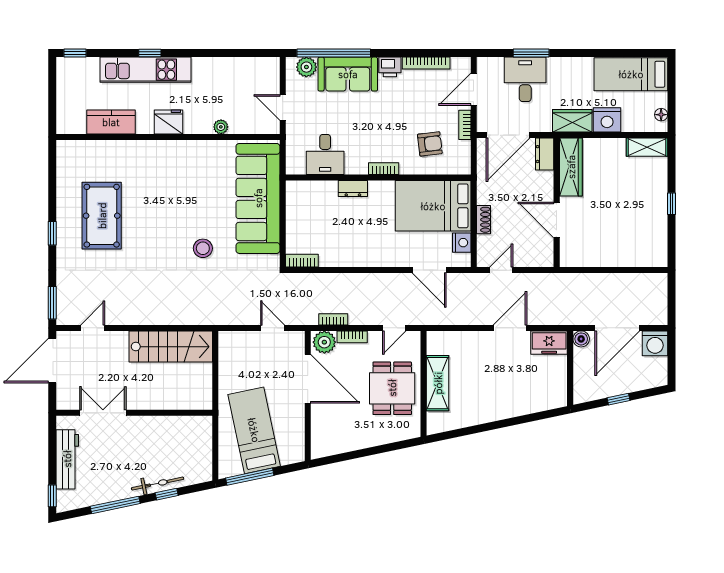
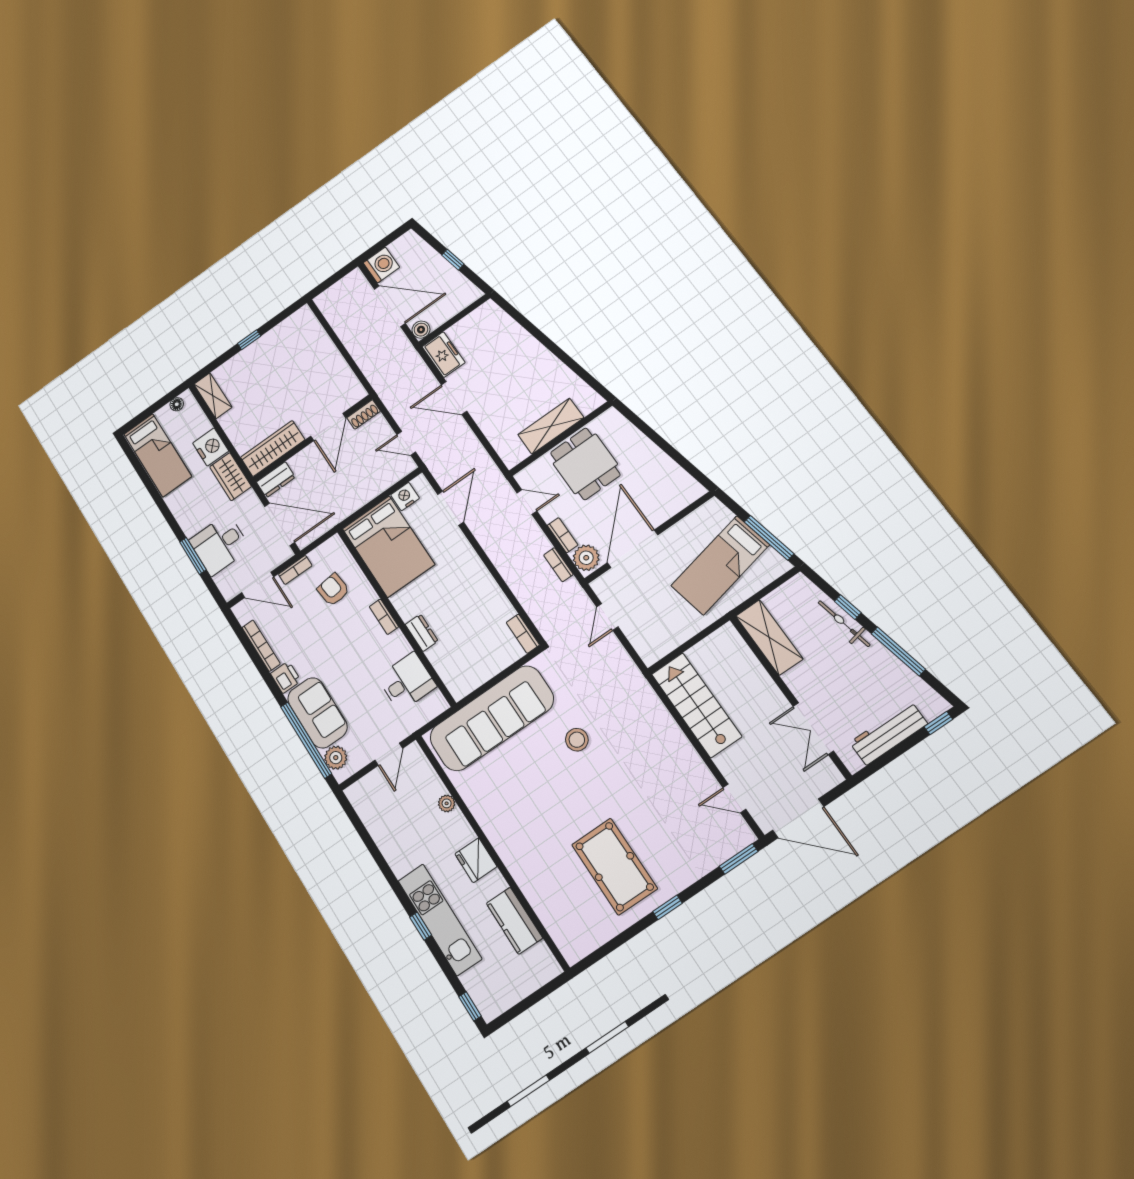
pool table: (102, 216) -> (614, 867), turned 90
shoe rack: (483, 220) -> (364, 414), moved, turned 180
dining table: (392, 388) -> (585, 464), turned 90
shelving: (182, 428) -> (769, 637), added

